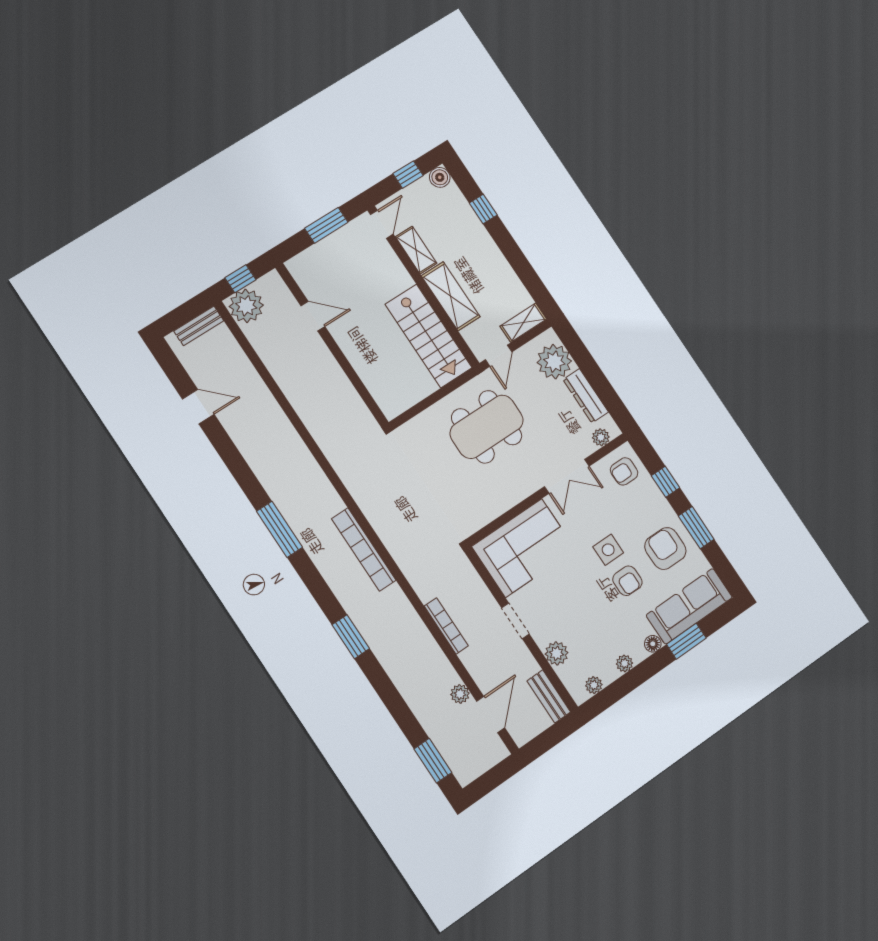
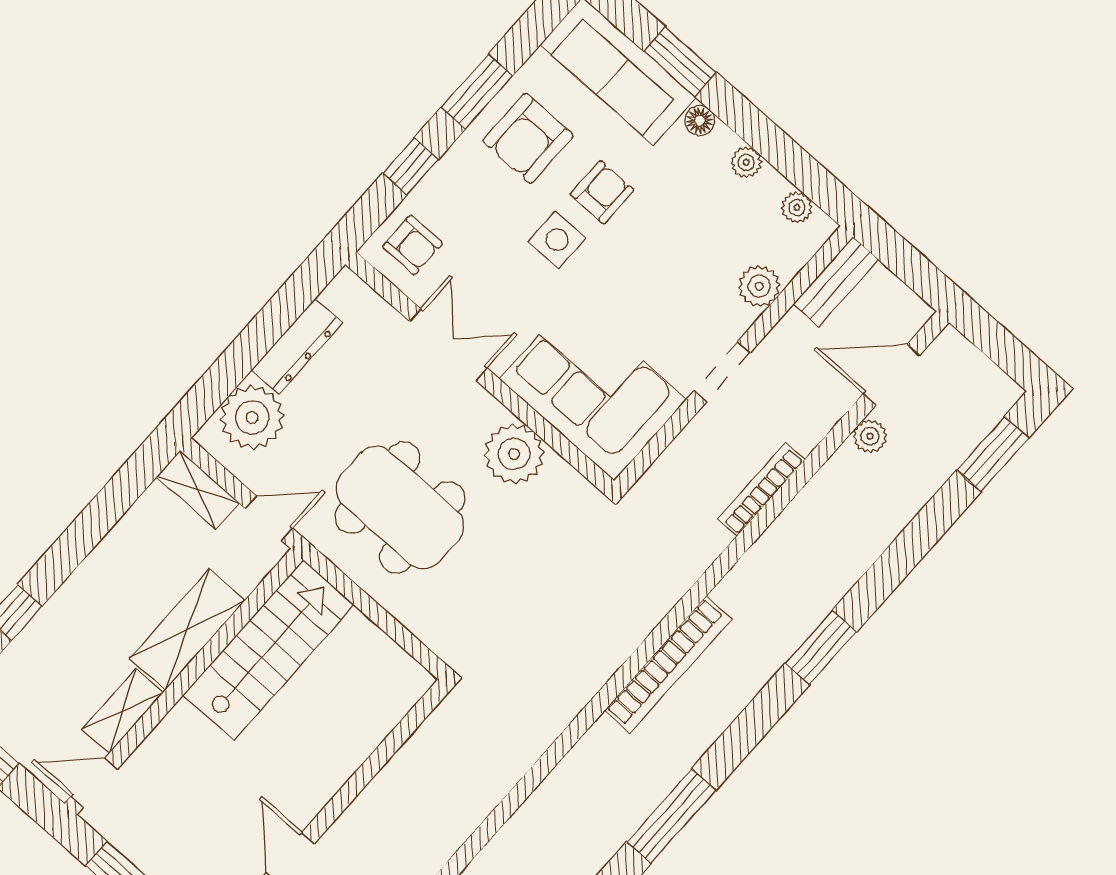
plant: (601, 437) -> (514, 454), moved, width x1.88, depth x1.88

